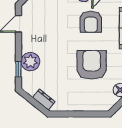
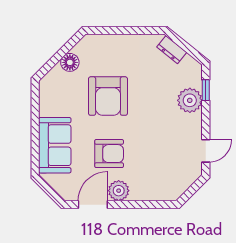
armchair: (91, 22) -> (109, 154), turned 90

